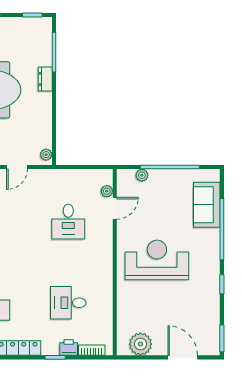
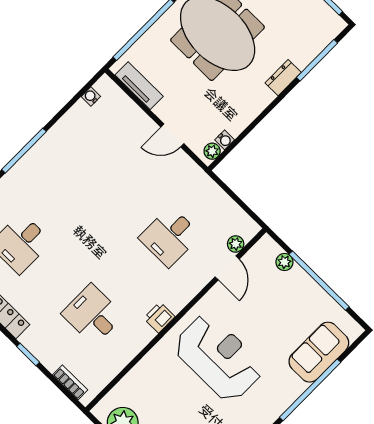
water cooler: (47, 142) -> (225, 140), added
door: (115, 208) -> (227, 268), hinge flipped
printer: (69, 348) -> (159, 317), moved, turned -90

